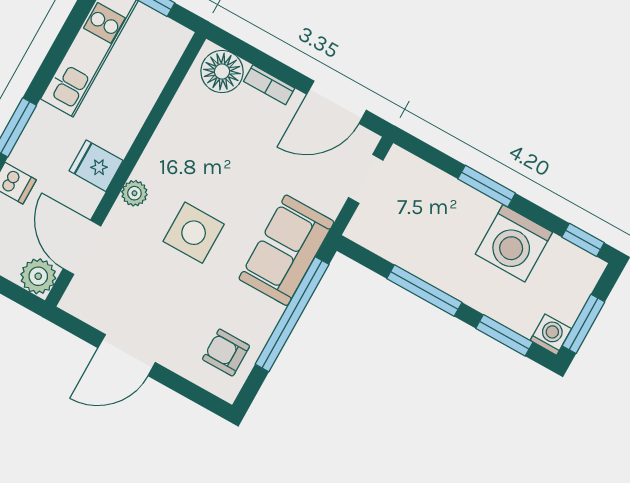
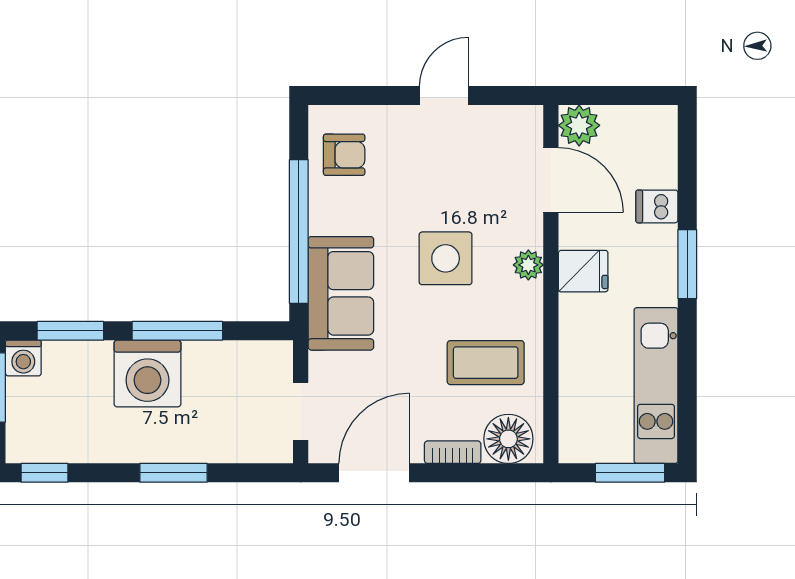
coffee table: (207, 138) -> (486, 363), added
washing machine: (514, 243) -> (147, 373), moved, turned 180
door: (127, 355) -> (444, 95), width x0.73

